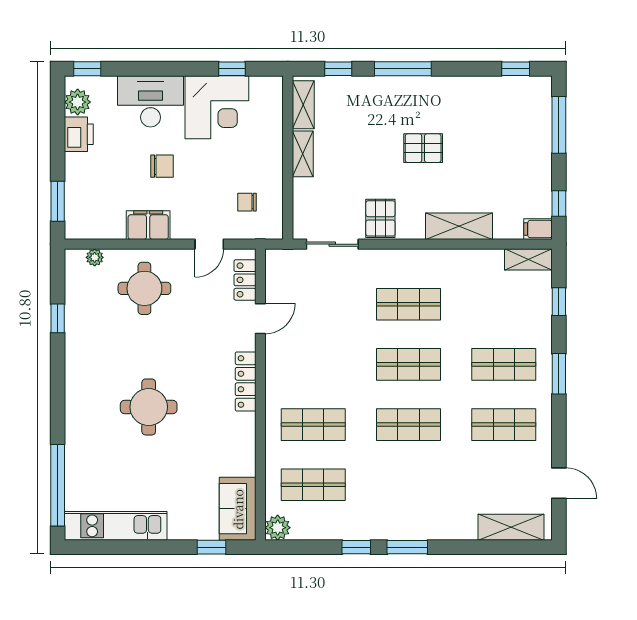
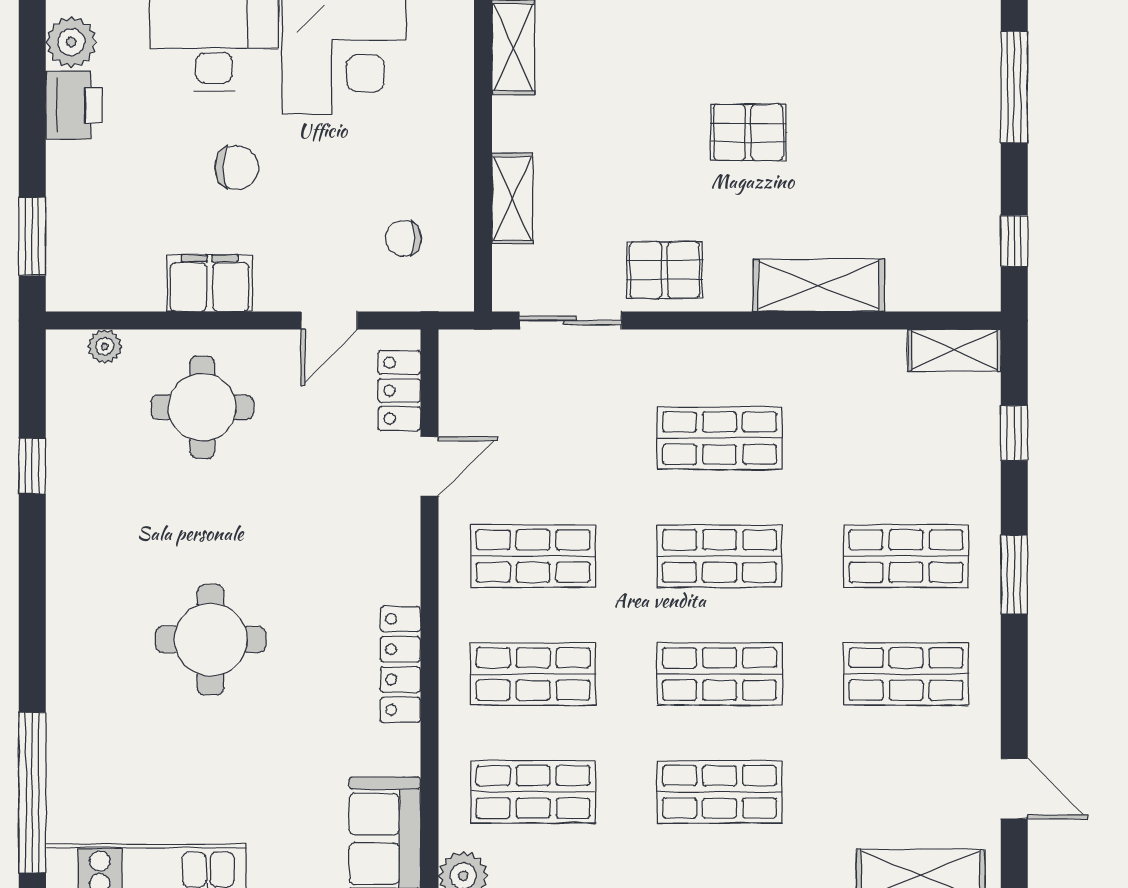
shelving: (303, 154) -> (512, 198), moved
pallet: (380, 218) -> (665, 270), turned 90
filing cabinet: (538, 229) -> (973, 291), removed
shop shelf: (313, 364) -> (533, 556), added
locker: (246, 381) -> (400, 664), moved
shop shelf: (408, 485) -> (720, 792), added

